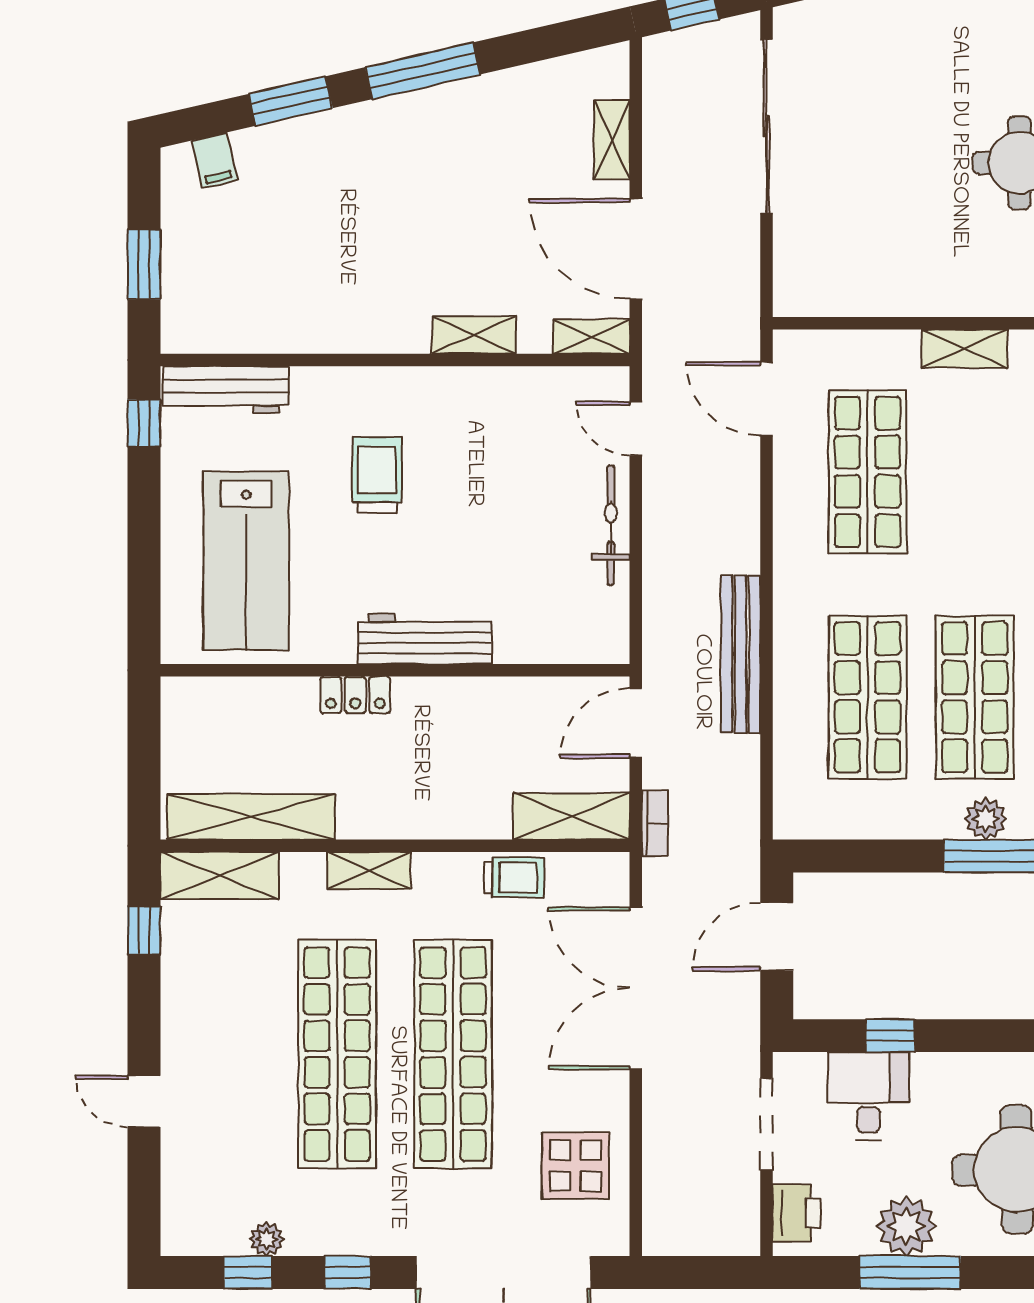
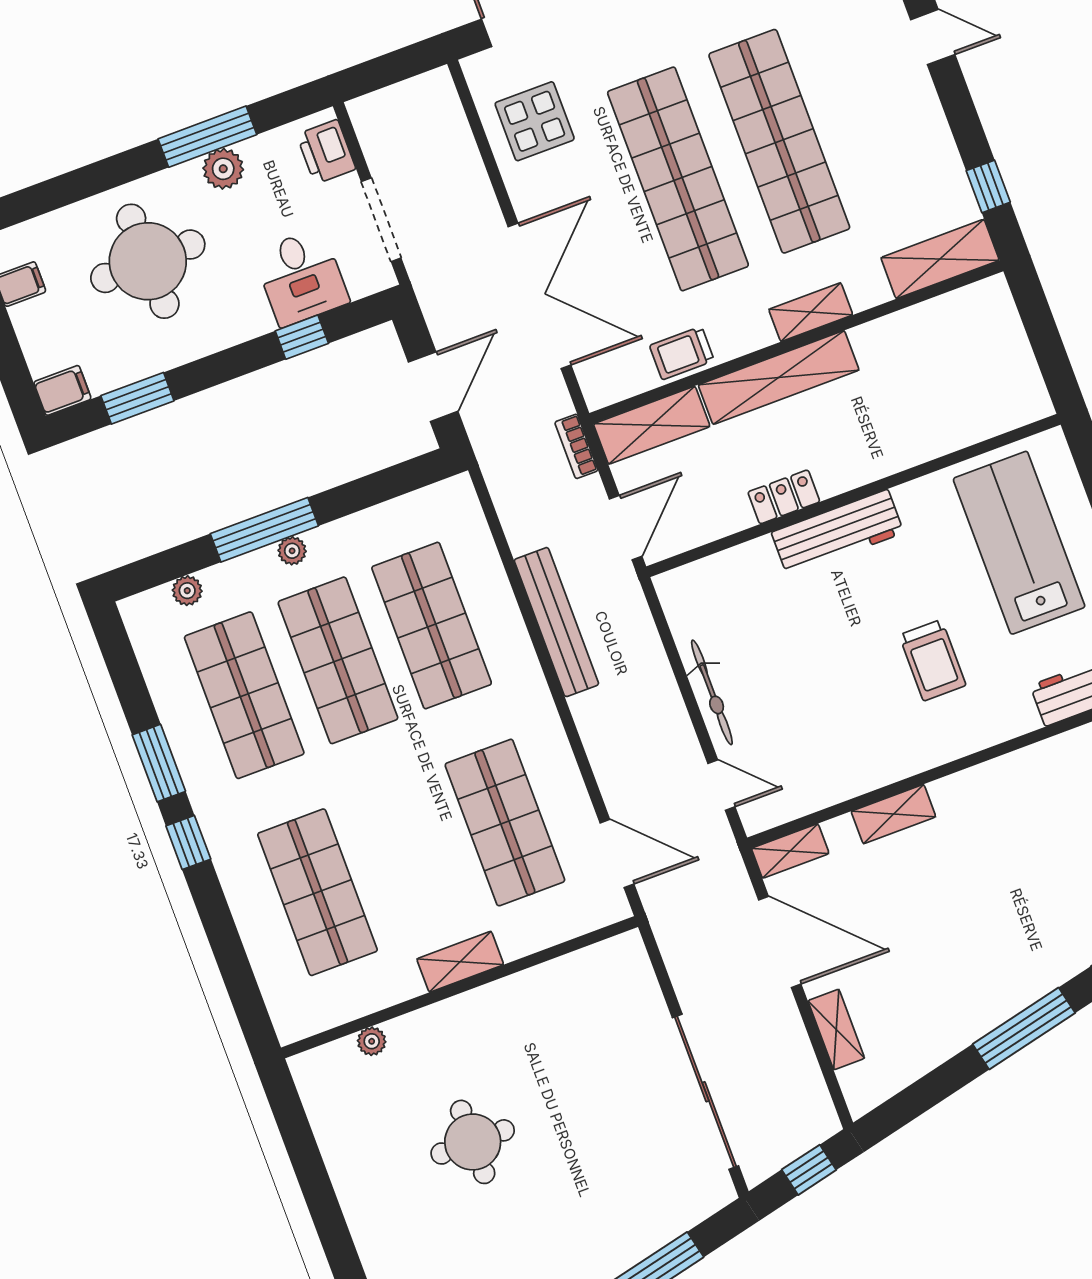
locker: (355, 695) -> (784, 497), moved
shelving: (251, 817) -> (779, 377), moved
plant: (986, 819) -> (292, 551), width x0.73, depth x0.73
plant: (906, 1226) -> (223, 169), width x0.73, depth x0.73

